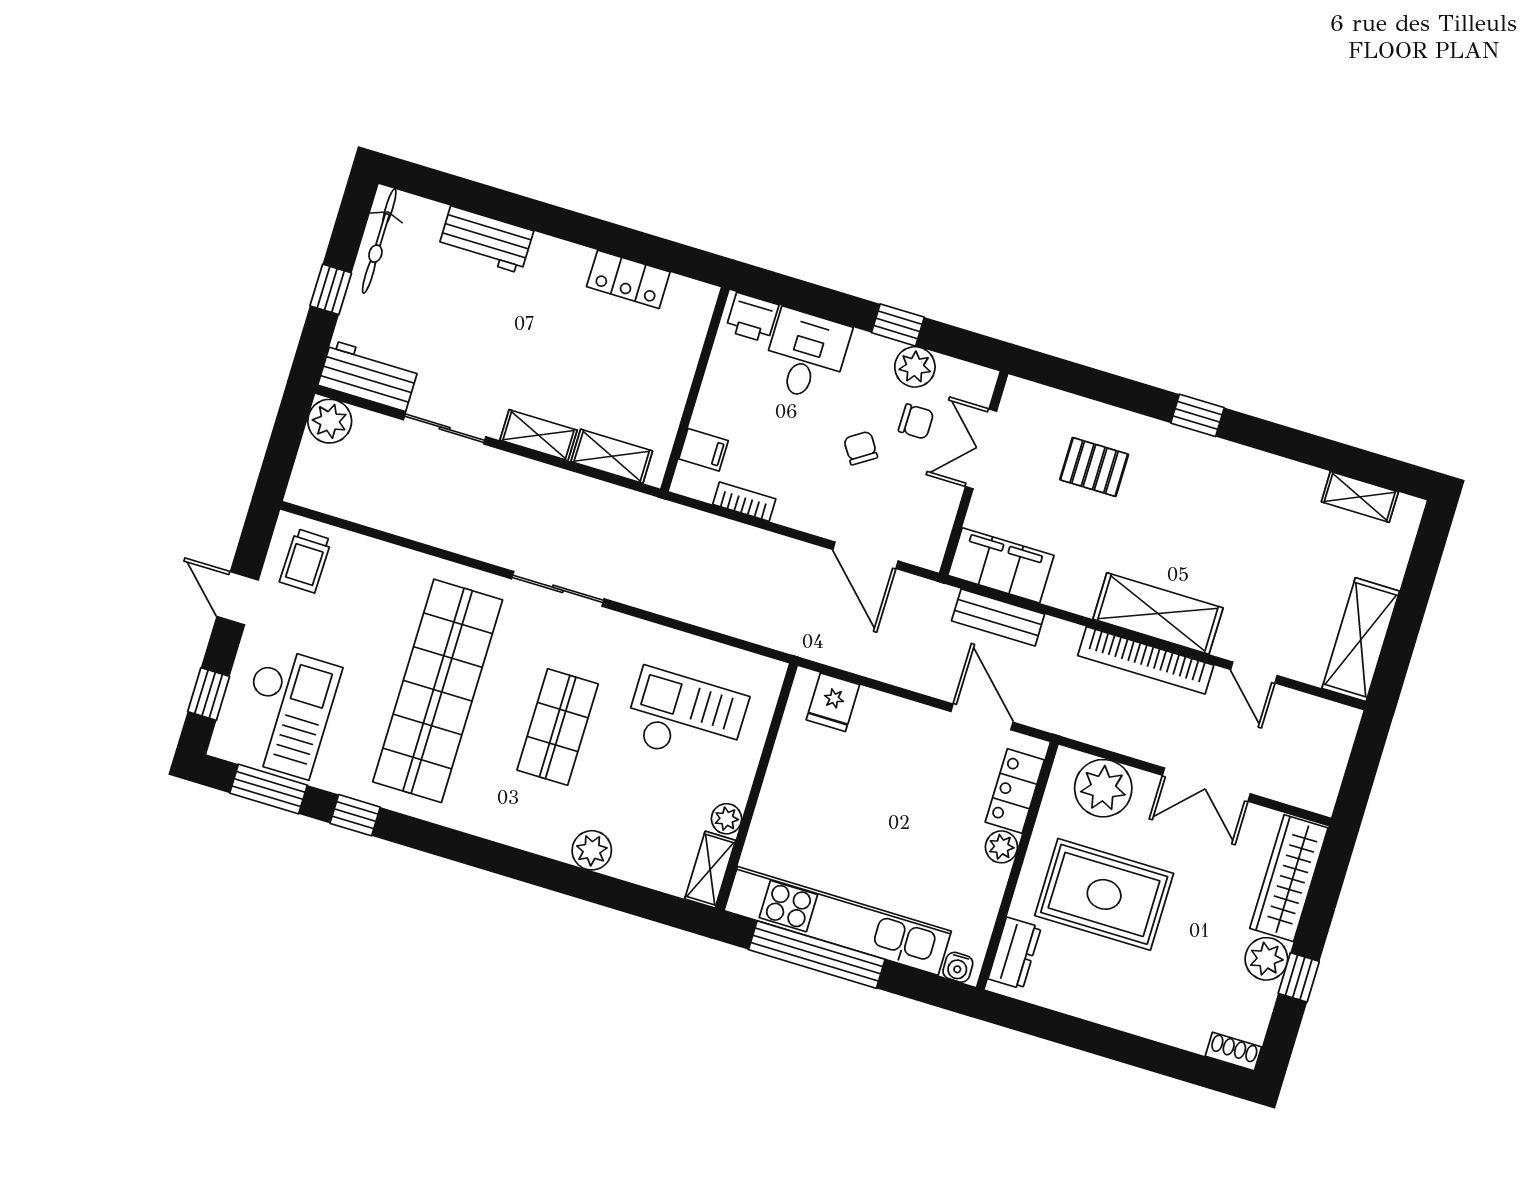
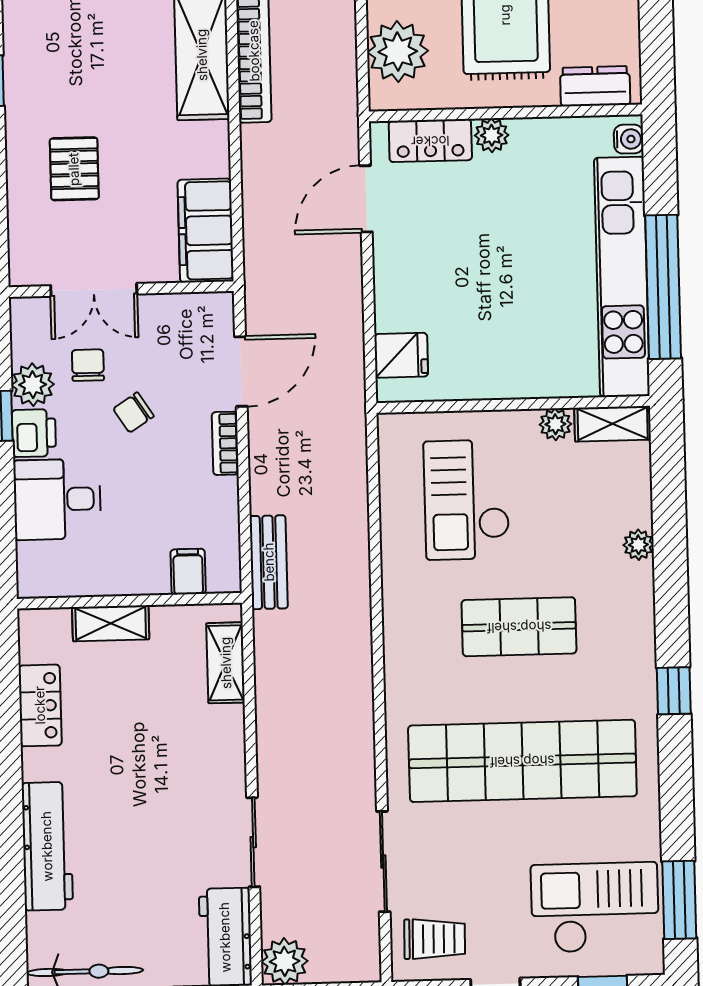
workbench: (486, 240) -> (47, 846), width x1.38
printer: (752, 318) -> (34, 433), moved
shelving: (539, 435) -> (111, 623), moved, turned 90
bookcase: (744, 502) -> (225, 443), moved
sliding door: (558, 589) -> (383, 862), moved
bench: (998, 617) -> (269, 562), moved
window: (355, 815) -> (674, 691), moved
plant: (592, 850) -> (638, 545), width x0.73, depth x0.73

